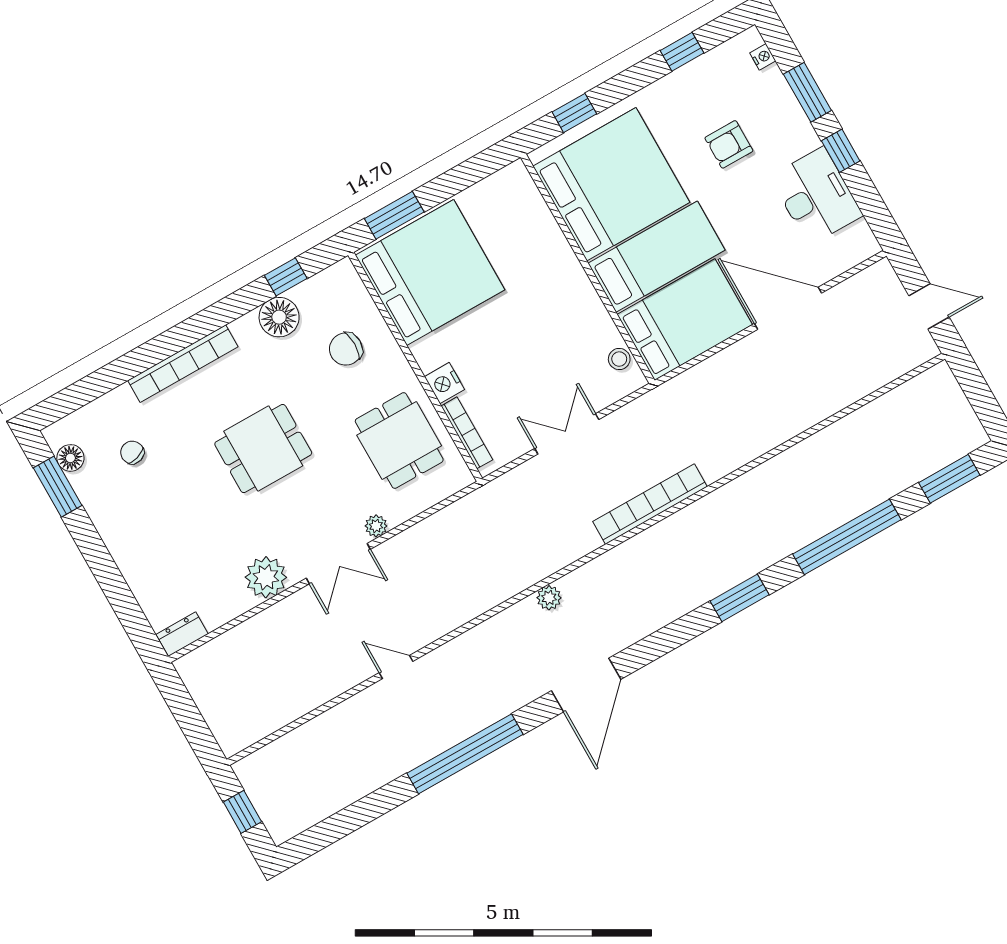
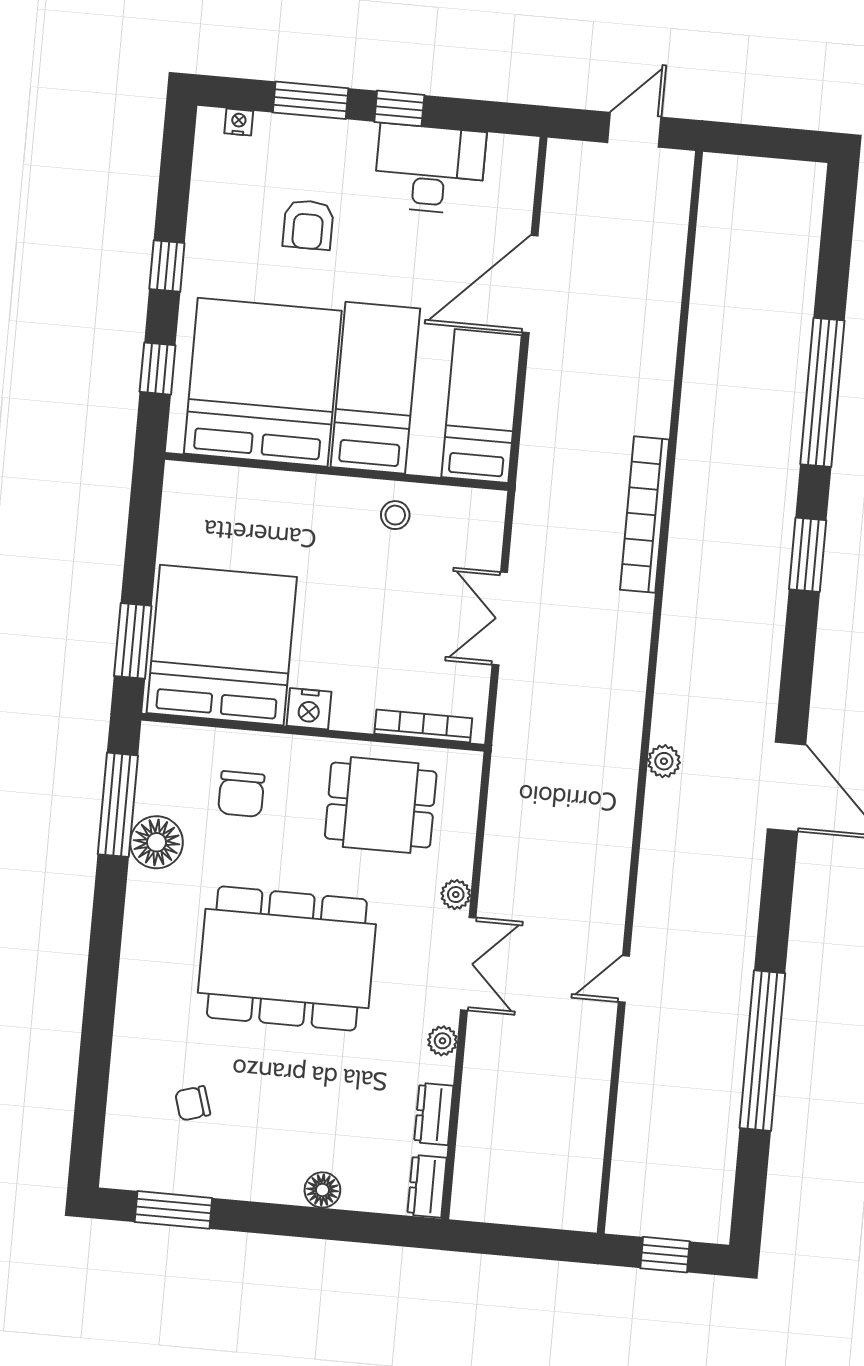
window: (682, 52) -> (167, 266), moved
window: (286, 277) -> (118, 805), width x2.17
bed: (685, 320) -> (481, 406), width x0.67
stool: (619, 359) -> (395, 515), moved
bookcase: (183, 364) -> (134, 982), removed
nightstand: (444, 383) -> (309, 709), moved
dining table: (263, 449) -> (287, 958), width x1.88, depth x1.24
floor lamp: (70, 458) -> (322, 1190), moved
window: (949, 479) -> (836, 238), removed
bookcase: (650, 504) -> (645, 515), moved
plant: (266, 577) -> (443, 1041), width x0.53, depth x0.53
dresser: (230, 607) -> (434, 1114), added
window: (465, 754) -> (762, 1051), moved

